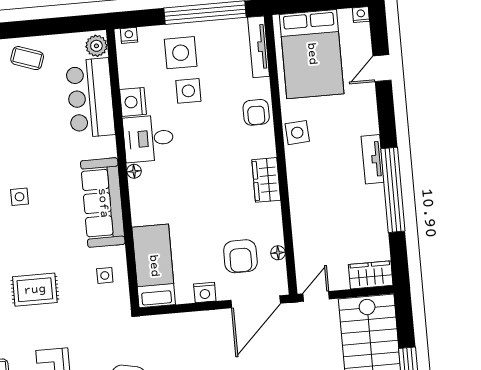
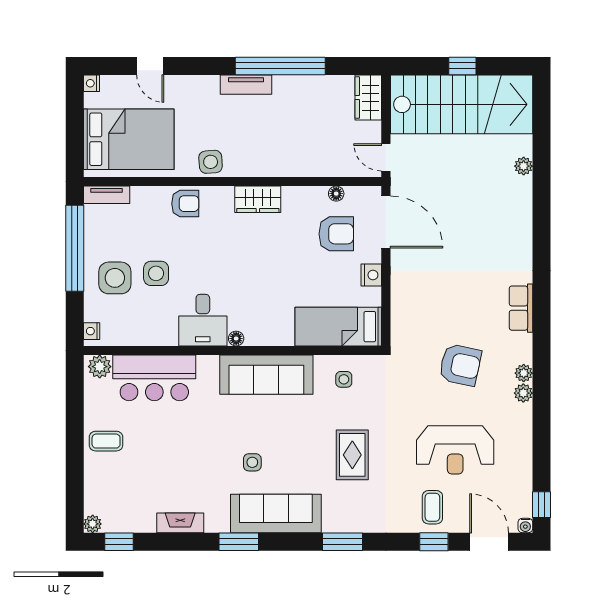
tv unit: (259, 47) -> (107, 195), width x0.71
coffee table: (27, 58) -> (106, 441), turned 71
nightstand: (133, 102) -> (163, 333), removed

